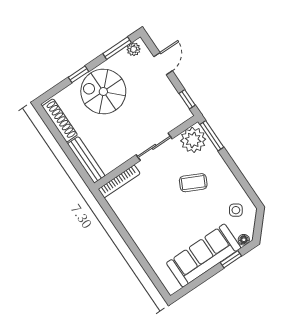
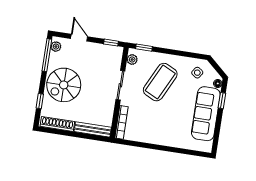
window: (117, 48) -> (47, 55), width x1.44
window: (79, 74) -> (40, 101), moved
window: (212, 136) -> (144, 48), width x0.67
plant: (193, 140) -> (132, 59), width x0.53, depth x0.53
coffee table: (193, 183) -> (160, 82), width x1.86, depth x1.72

